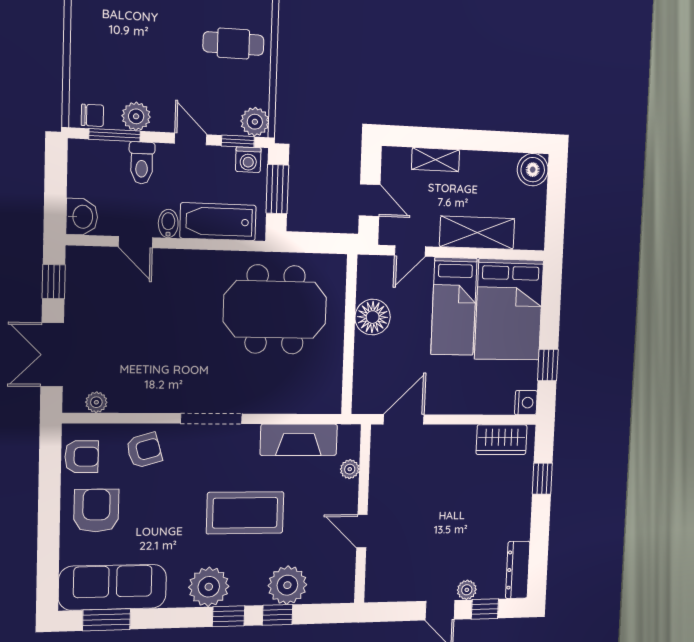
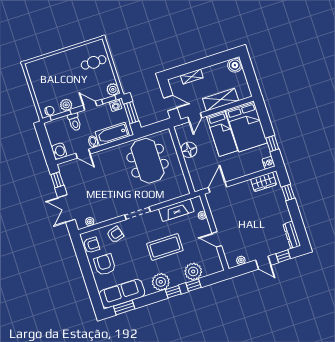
meeting table: (275, 309) -> (148, 161), turned 90
plant: (467, 590) -> (241, 260), moved

